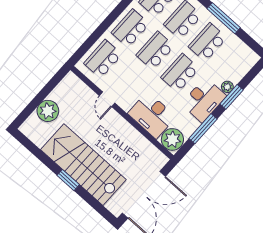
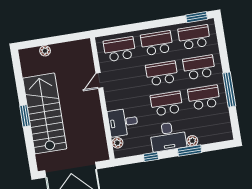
plant: (48, 111) -> (45, 51), width x0.53, depth x0.53
desk: (152, 115) -> (123, 122), width x0.73
window: (203, 129) -> (151, 157), width x0.46
plant: (172, 139) -> (117, 143), width x0.53, depth x0.53

